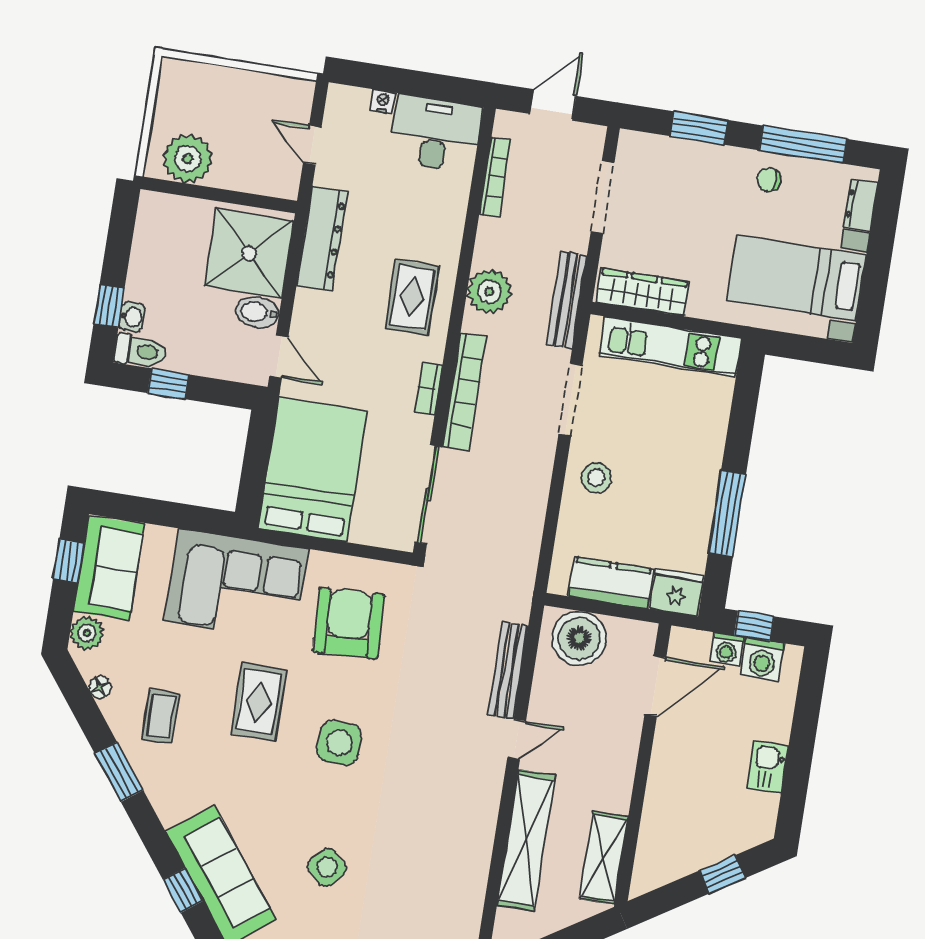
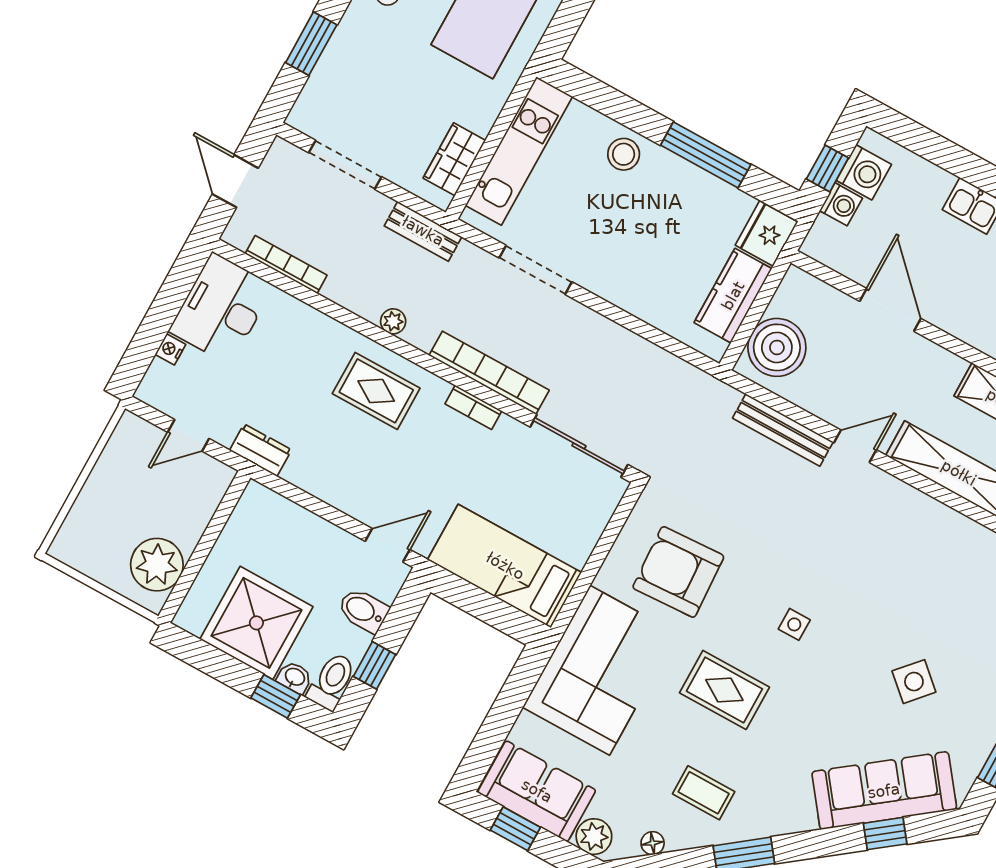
dresser: (322, 239) -> (260, 450), width x0.51, depth x0.80
shower: (249, 253) -> (256, 623), moved
plant: (489, 291) -> (393, 321), width x0.53, depth x0.53
wardrobe: (642, 292) -> (454, 159), width x0.67
bench: (567, 300) -> (423, 231), width x0.73
bidet: (257, 312) -> (363, 610), moved, turned 90
bed: (313, 469) -> (505, 566), width x0.67
stool: (596, 478) -> (624, 154), moved
door: (655, 686) -> (890, 310), moved
door: (517, 739) -> (855, 446), hinge flipped
side table: (339, 743) -> (794, 624), width x0.54, depth x0.54

